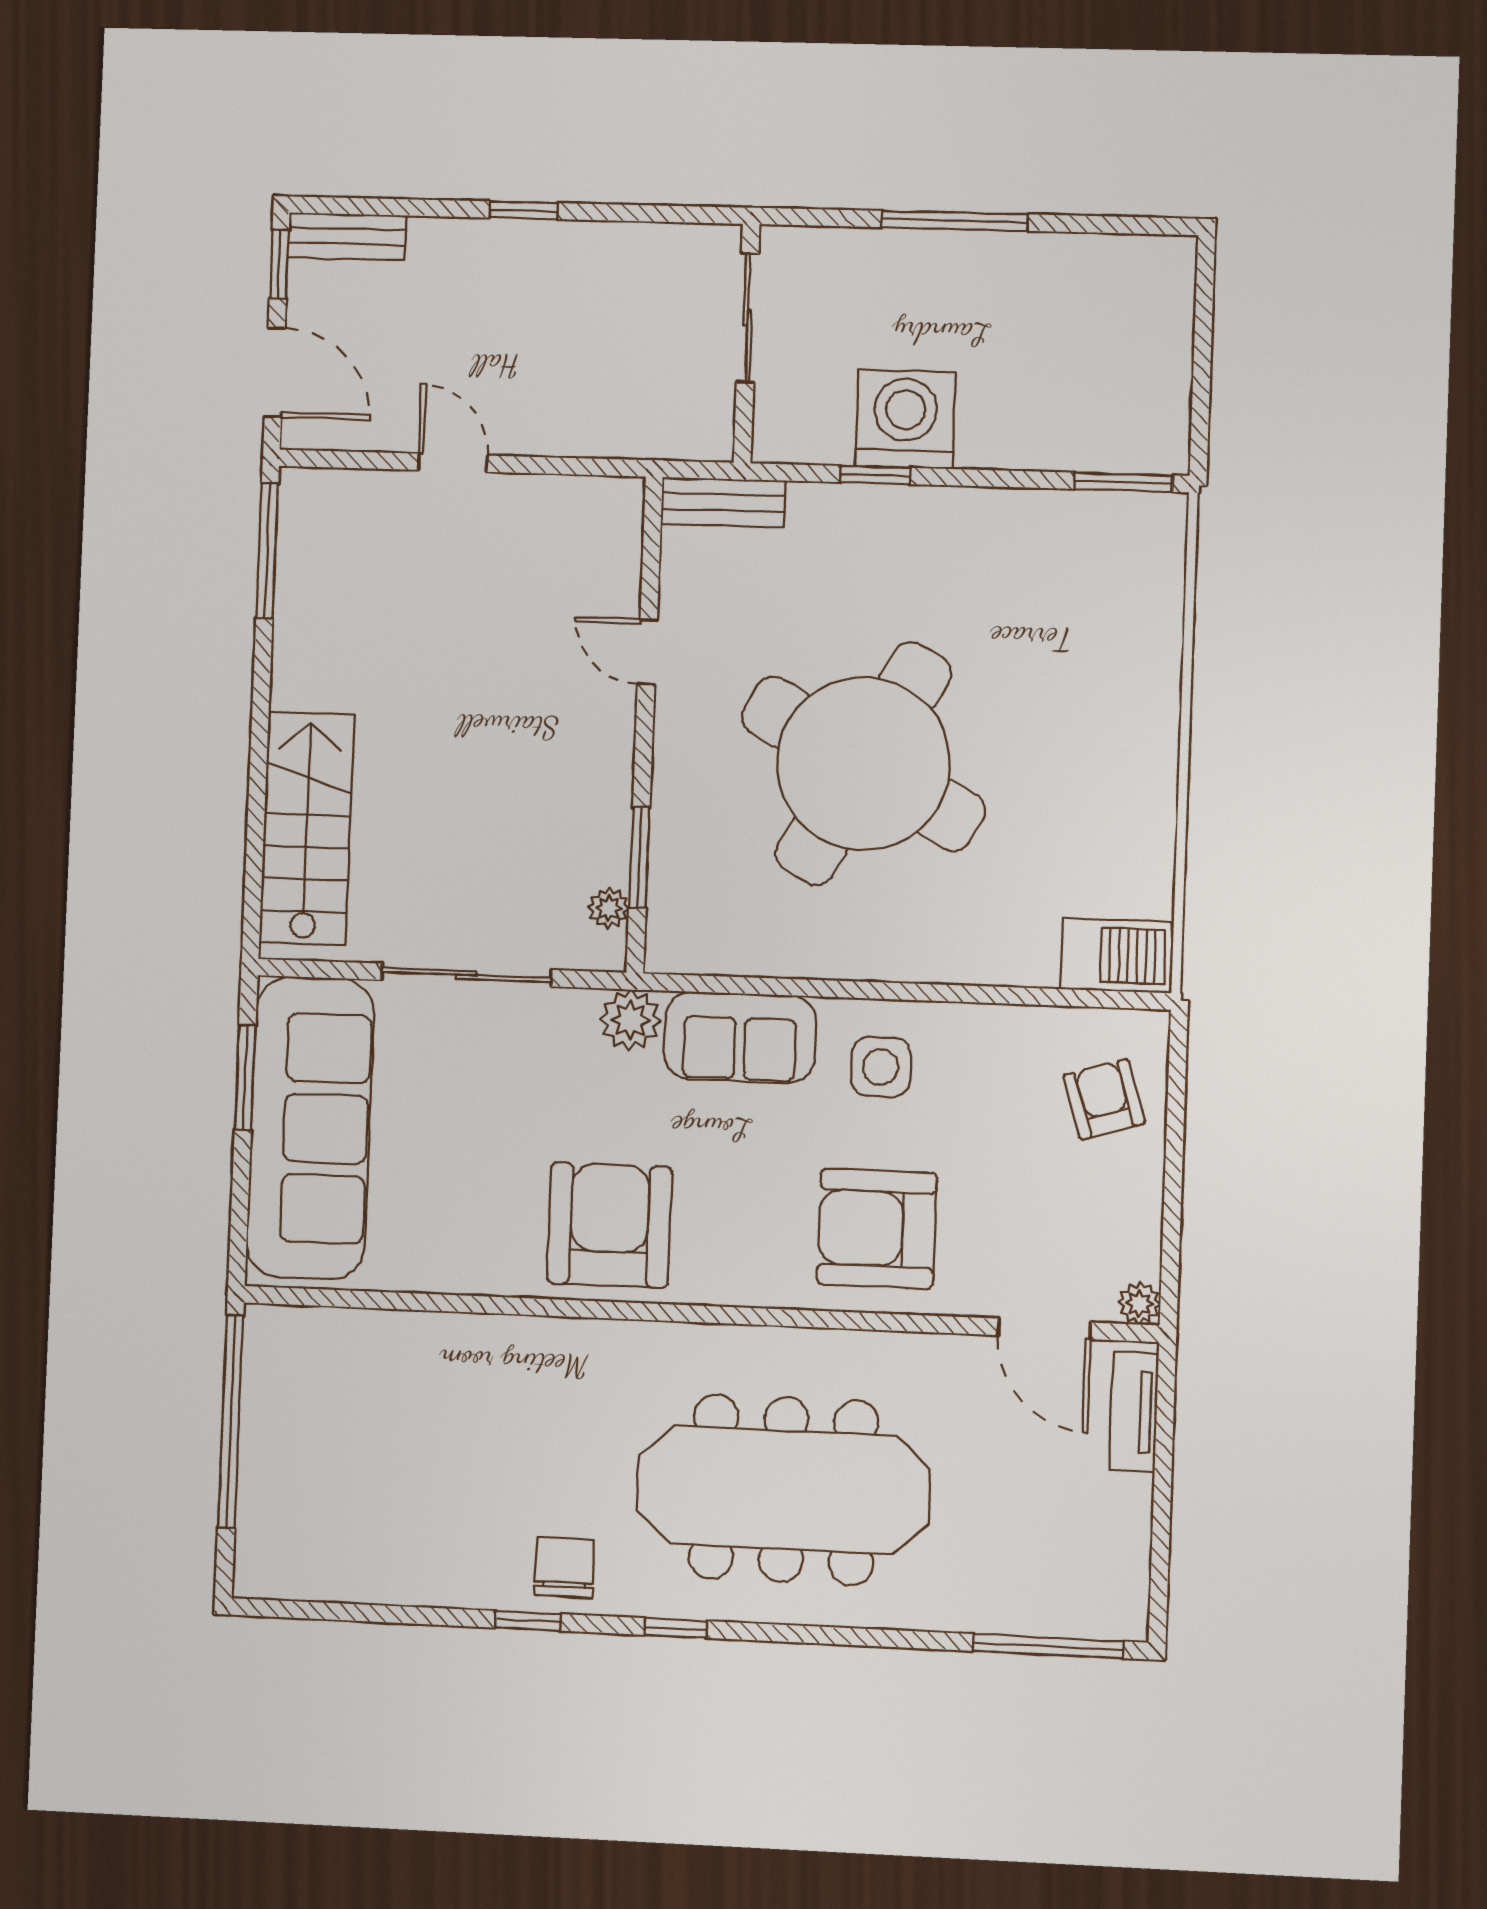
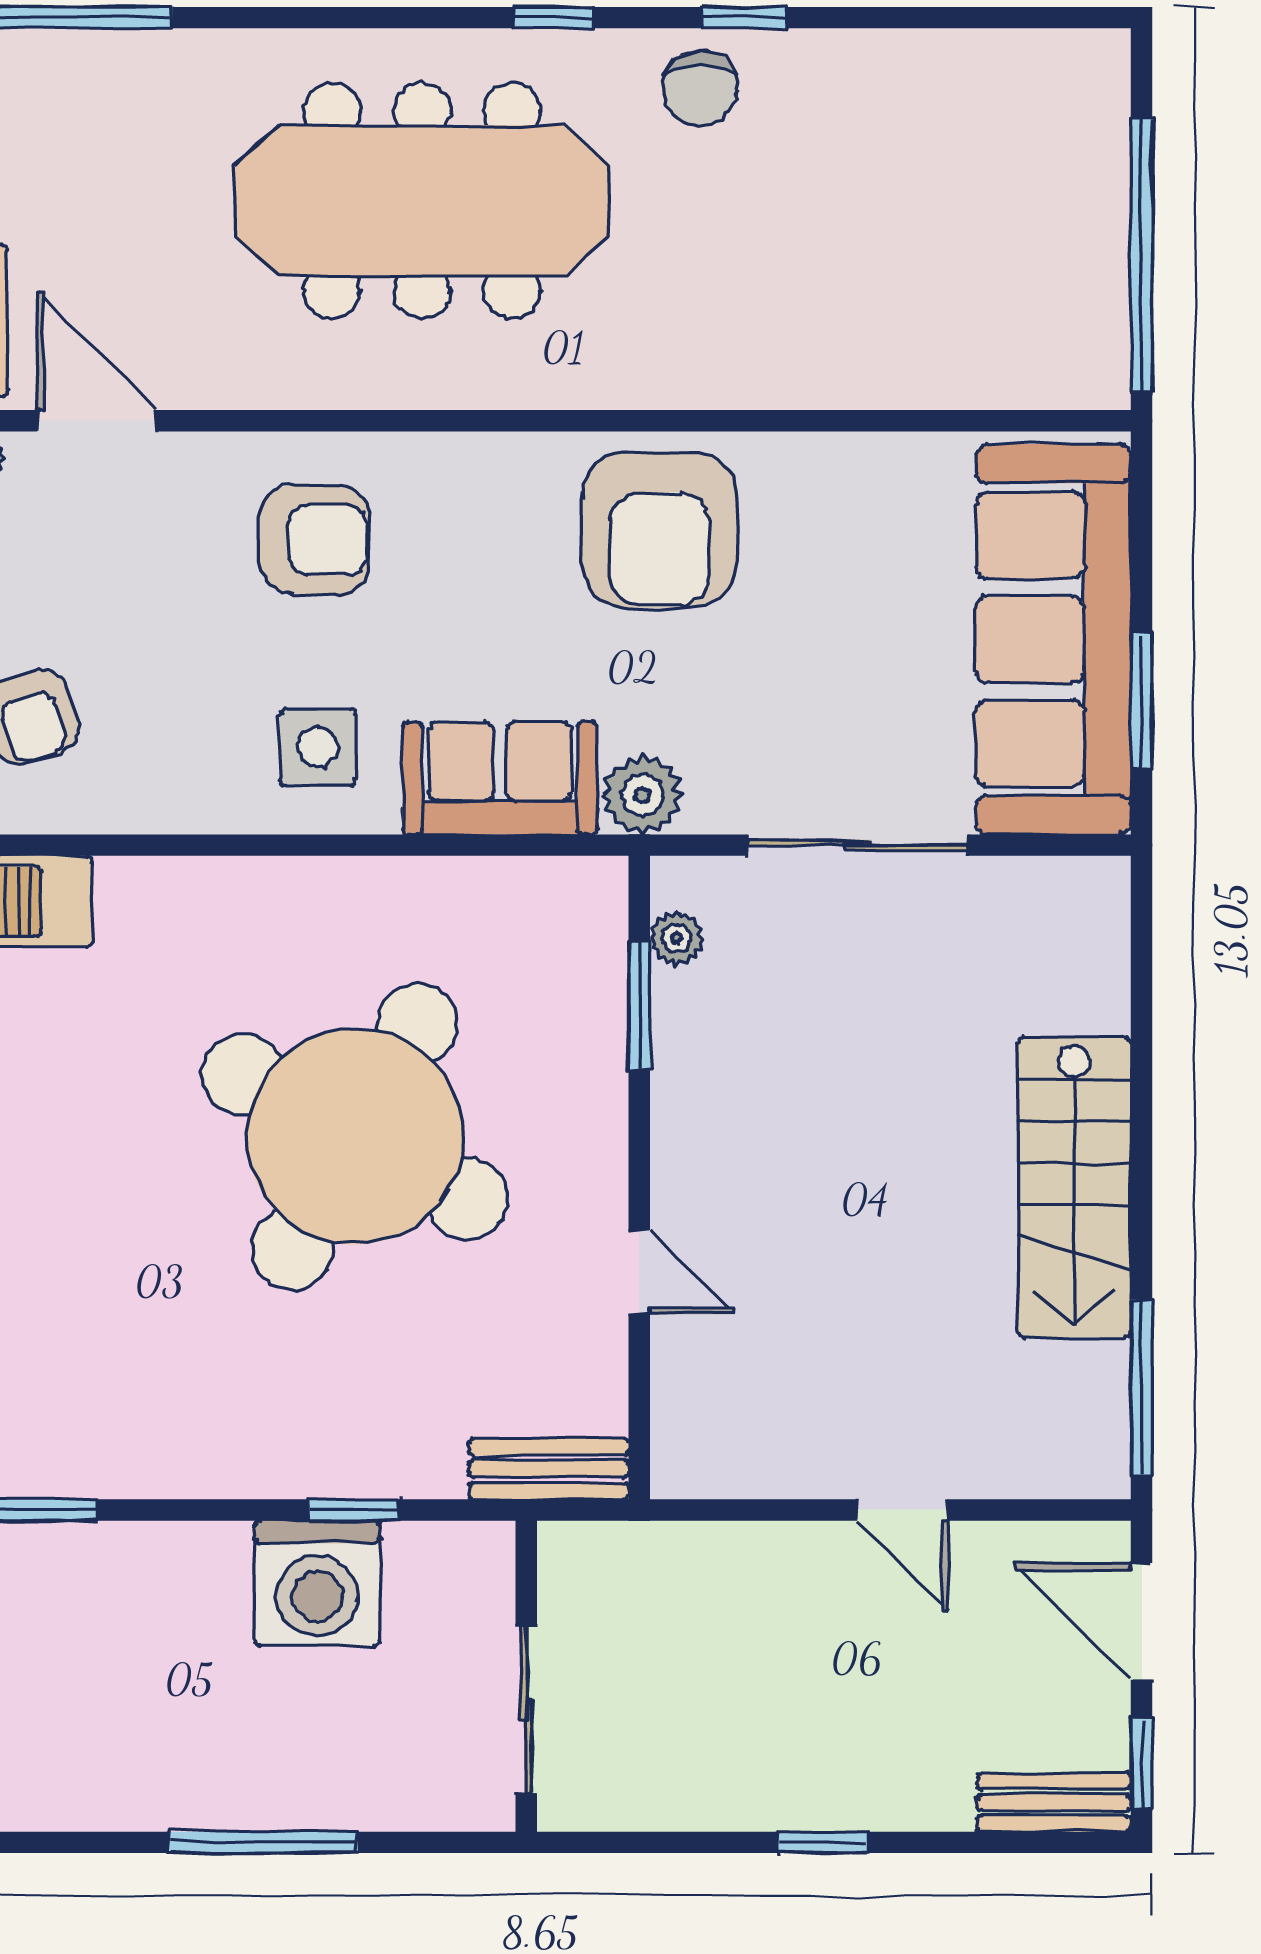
stairs: (307, 828) -> (1074, 1187), moved
armchair: (877, 1229) -> (315, 540), width x0.73, depth x0.73

